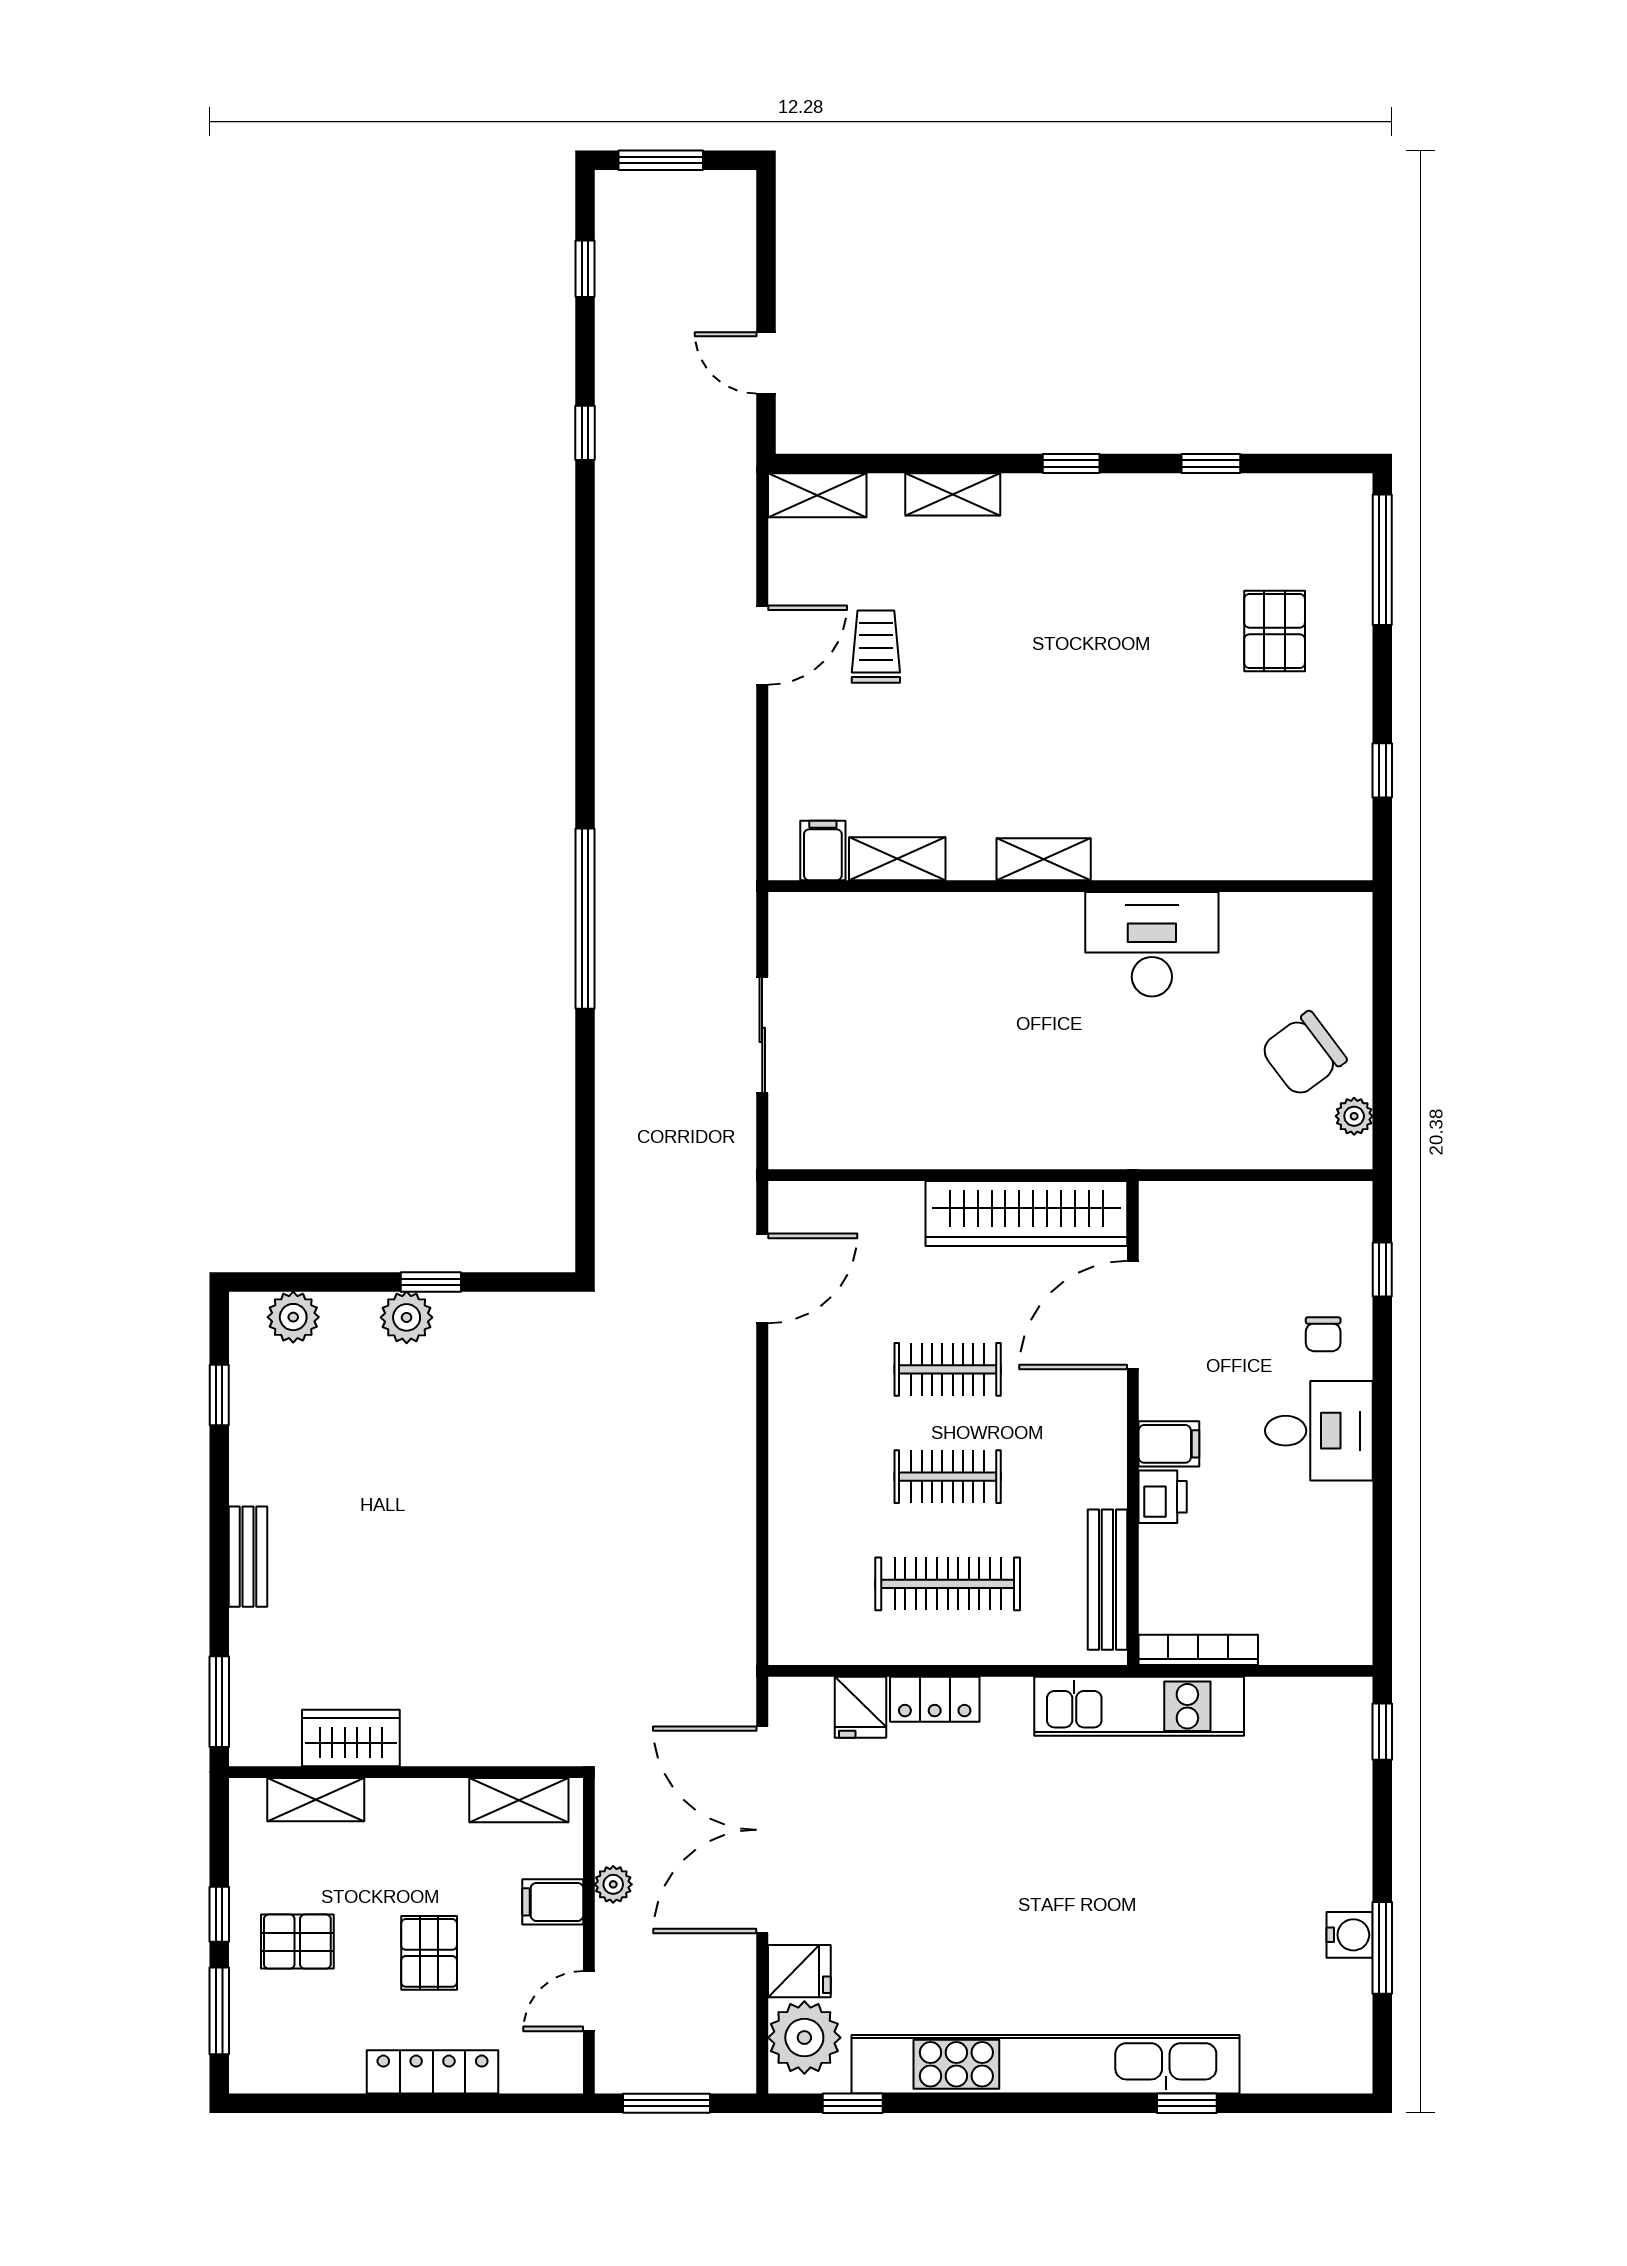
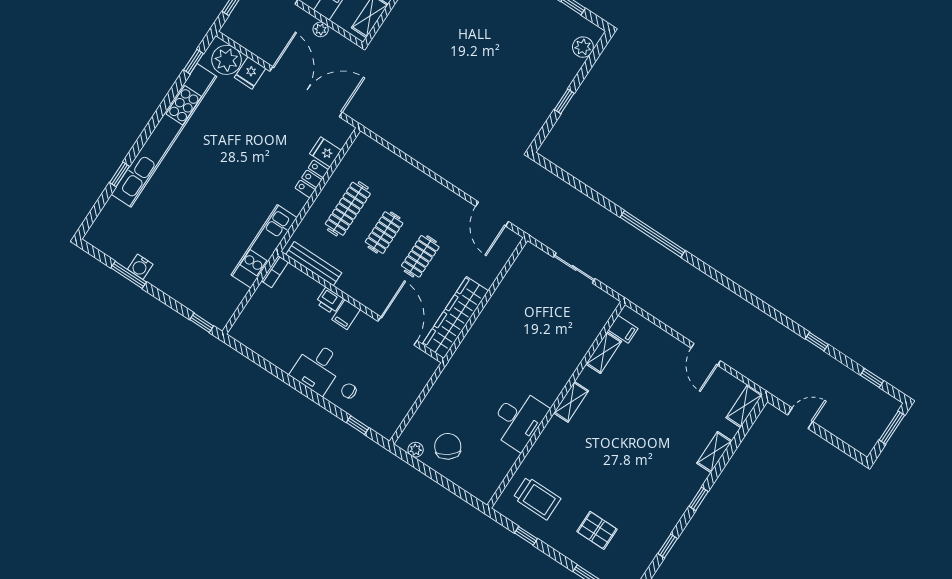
trolley: (876, 647) -> (537, 498), moved, width x1.36, depth x1.39
plant: (407, 1317) -> (558, 85), removed
bookcase: (1198, 1650) -> (275, 272), width x0.64

